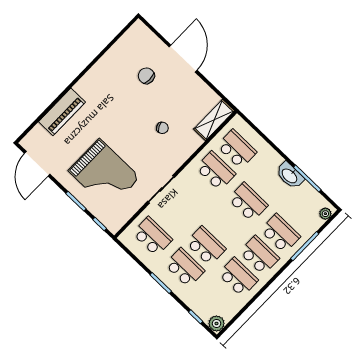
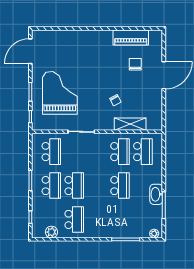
piano: (62, 112) -> (131, 37), moved
shelving: (214, 120) -> (130, 124), moved
grand piano: (104, 174) -> (60, 93), turned 180
school desk: (280, 233) -> (120, 219), removed
school desk: (259, 255) -> (97, 219), removed
plant: (217, 323) -> (51, 232), moved

